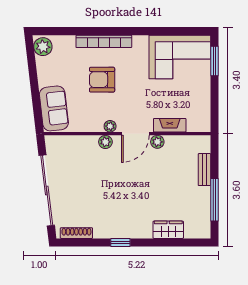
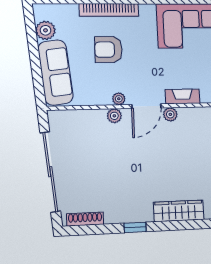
plant: (43, 47) -> (45, 30), moved
sofa: (54, 108) -> (55, 72), width x1.36
wardrobe: (168, 230) -> (179, 211), width x1.50

